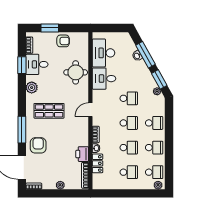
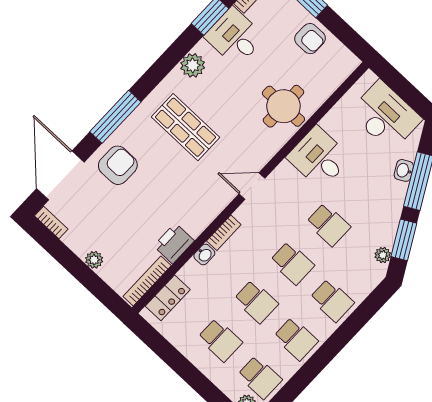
desk: (103, 53) -> (385, 116), moved, turned 90
locker: (97, 163) -> (168, 298), moved

